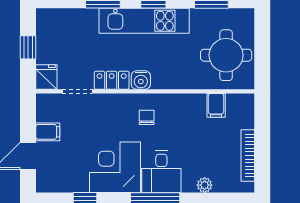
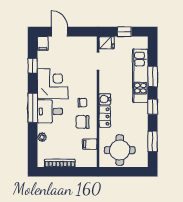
kitchen unit: (144, 21) -> (140, 76), moved
locker: (112, 80) -> (105, 117), moved
chair: (179, 118) -> (82, 122), added
filing cabinet: (48, 132) -> (43, 44), moved

